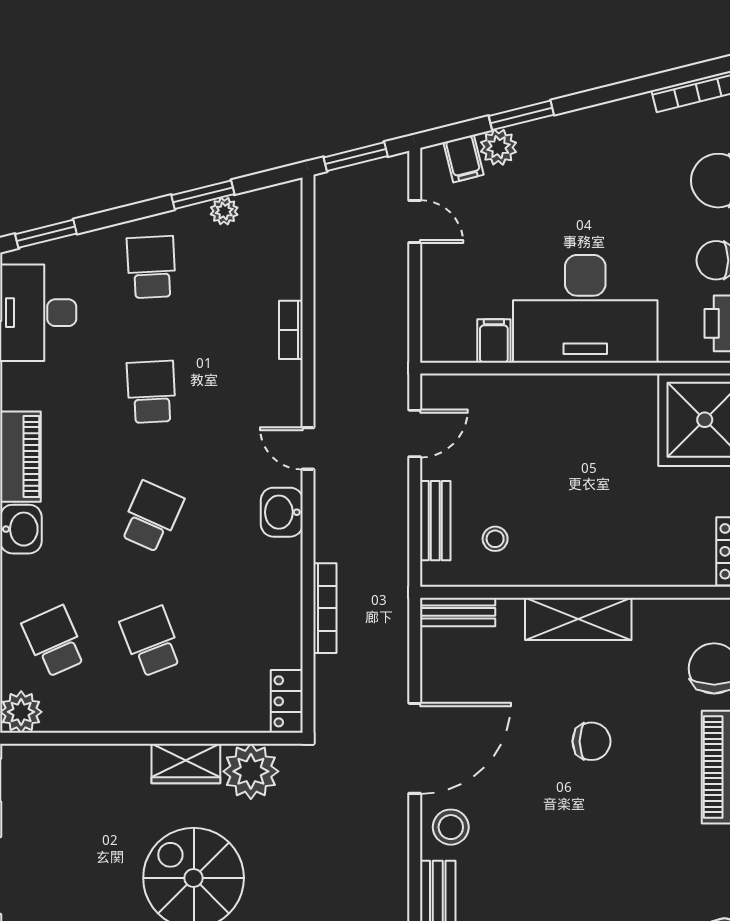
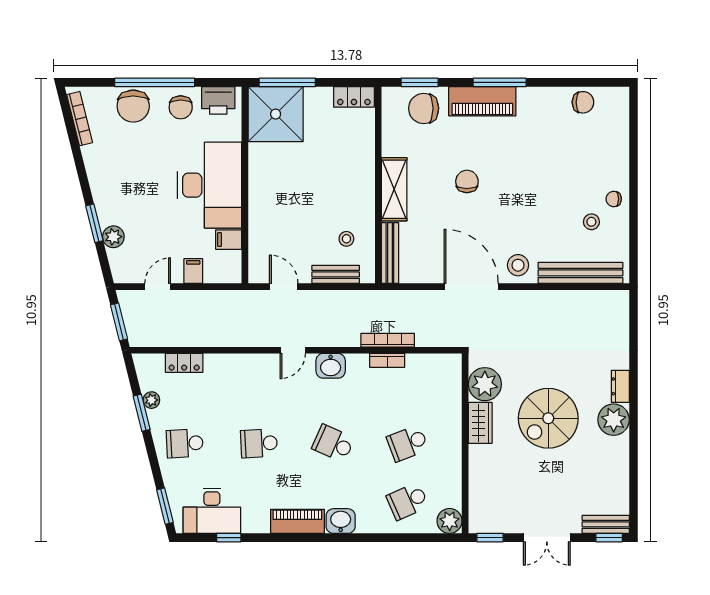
filing cabinet: (464, 159) -> (193, 271), moved, turned -76
bookcase: (291, 330) -> (387, 360), moved
bench: (458, 612) -> (390, 253), width x1.36
locker: (287, 701) -> (184, 363), moved

